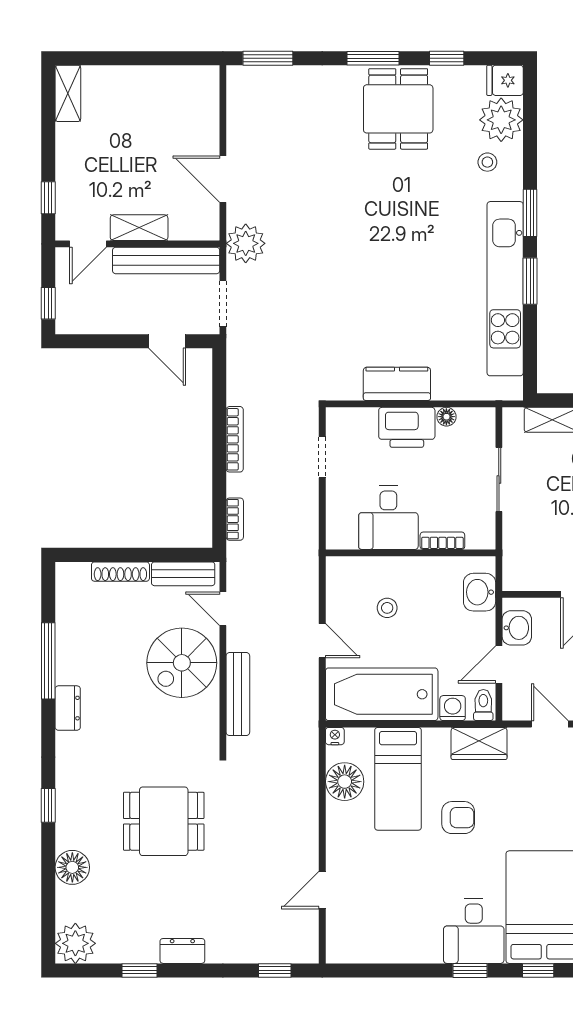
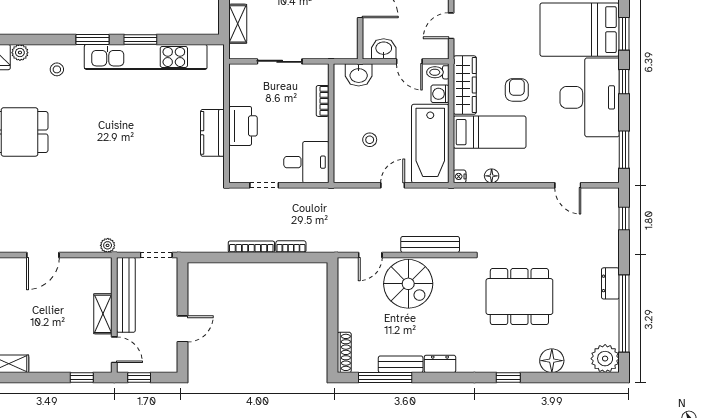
plant: (501, 120) -> (20, 53), width x0.53, depth x0.53
door: (223, 179) -> (43, 255), moved
plant: (246, 243) -> (108, 245), width x0.53, depth x0.53
window: (48, 303) -> (139, 378), moved
door: (167, 341) -> (183, 329), moved
floor lamp: (446, 417) -> (236, 98), removed
desk: (388, 518) -> (306, 162), moved
bookcase: (235, 519) -> (291, 247), moved
shoe rack: (120, 572) -> (344, 352), moved
bench: (183, 574) -> (401, 364), moved, turned 90
window: (48, 661) -> (385, 378), moved
wardrobe: (479, 743) -> (465, 85), width x1.50
floor lamp: (345, 782) -> (492, 176), width x0.53, depth x0.53
dining table: (164, 821) -> (519, 297), width x1.37
desk: (474, 931) -> (590, 97), width x1.87, depth x1.30
window: (139, 970) -> (624, 314), width x3.17
window: (373, 970) -> (624, 150), added
window: (538, 970) -> (624, 34), width x1.50

